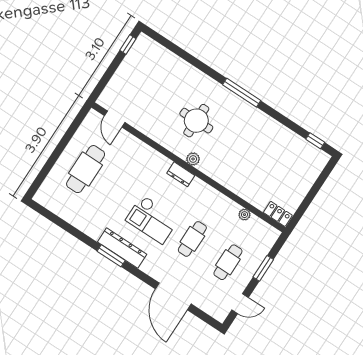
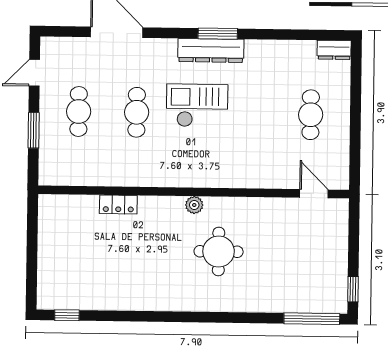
window: (242, 93) -> (312, 319), moved
cafe table: (86, 169) -> (311, 115), width x0.73, depth x0.74
dresser: (181, 174) -> (334, 50), moved, turned 180
locker: (278, 214) -> (118, 205), moved
plant: (244, 215) -> (94, 178), removed

